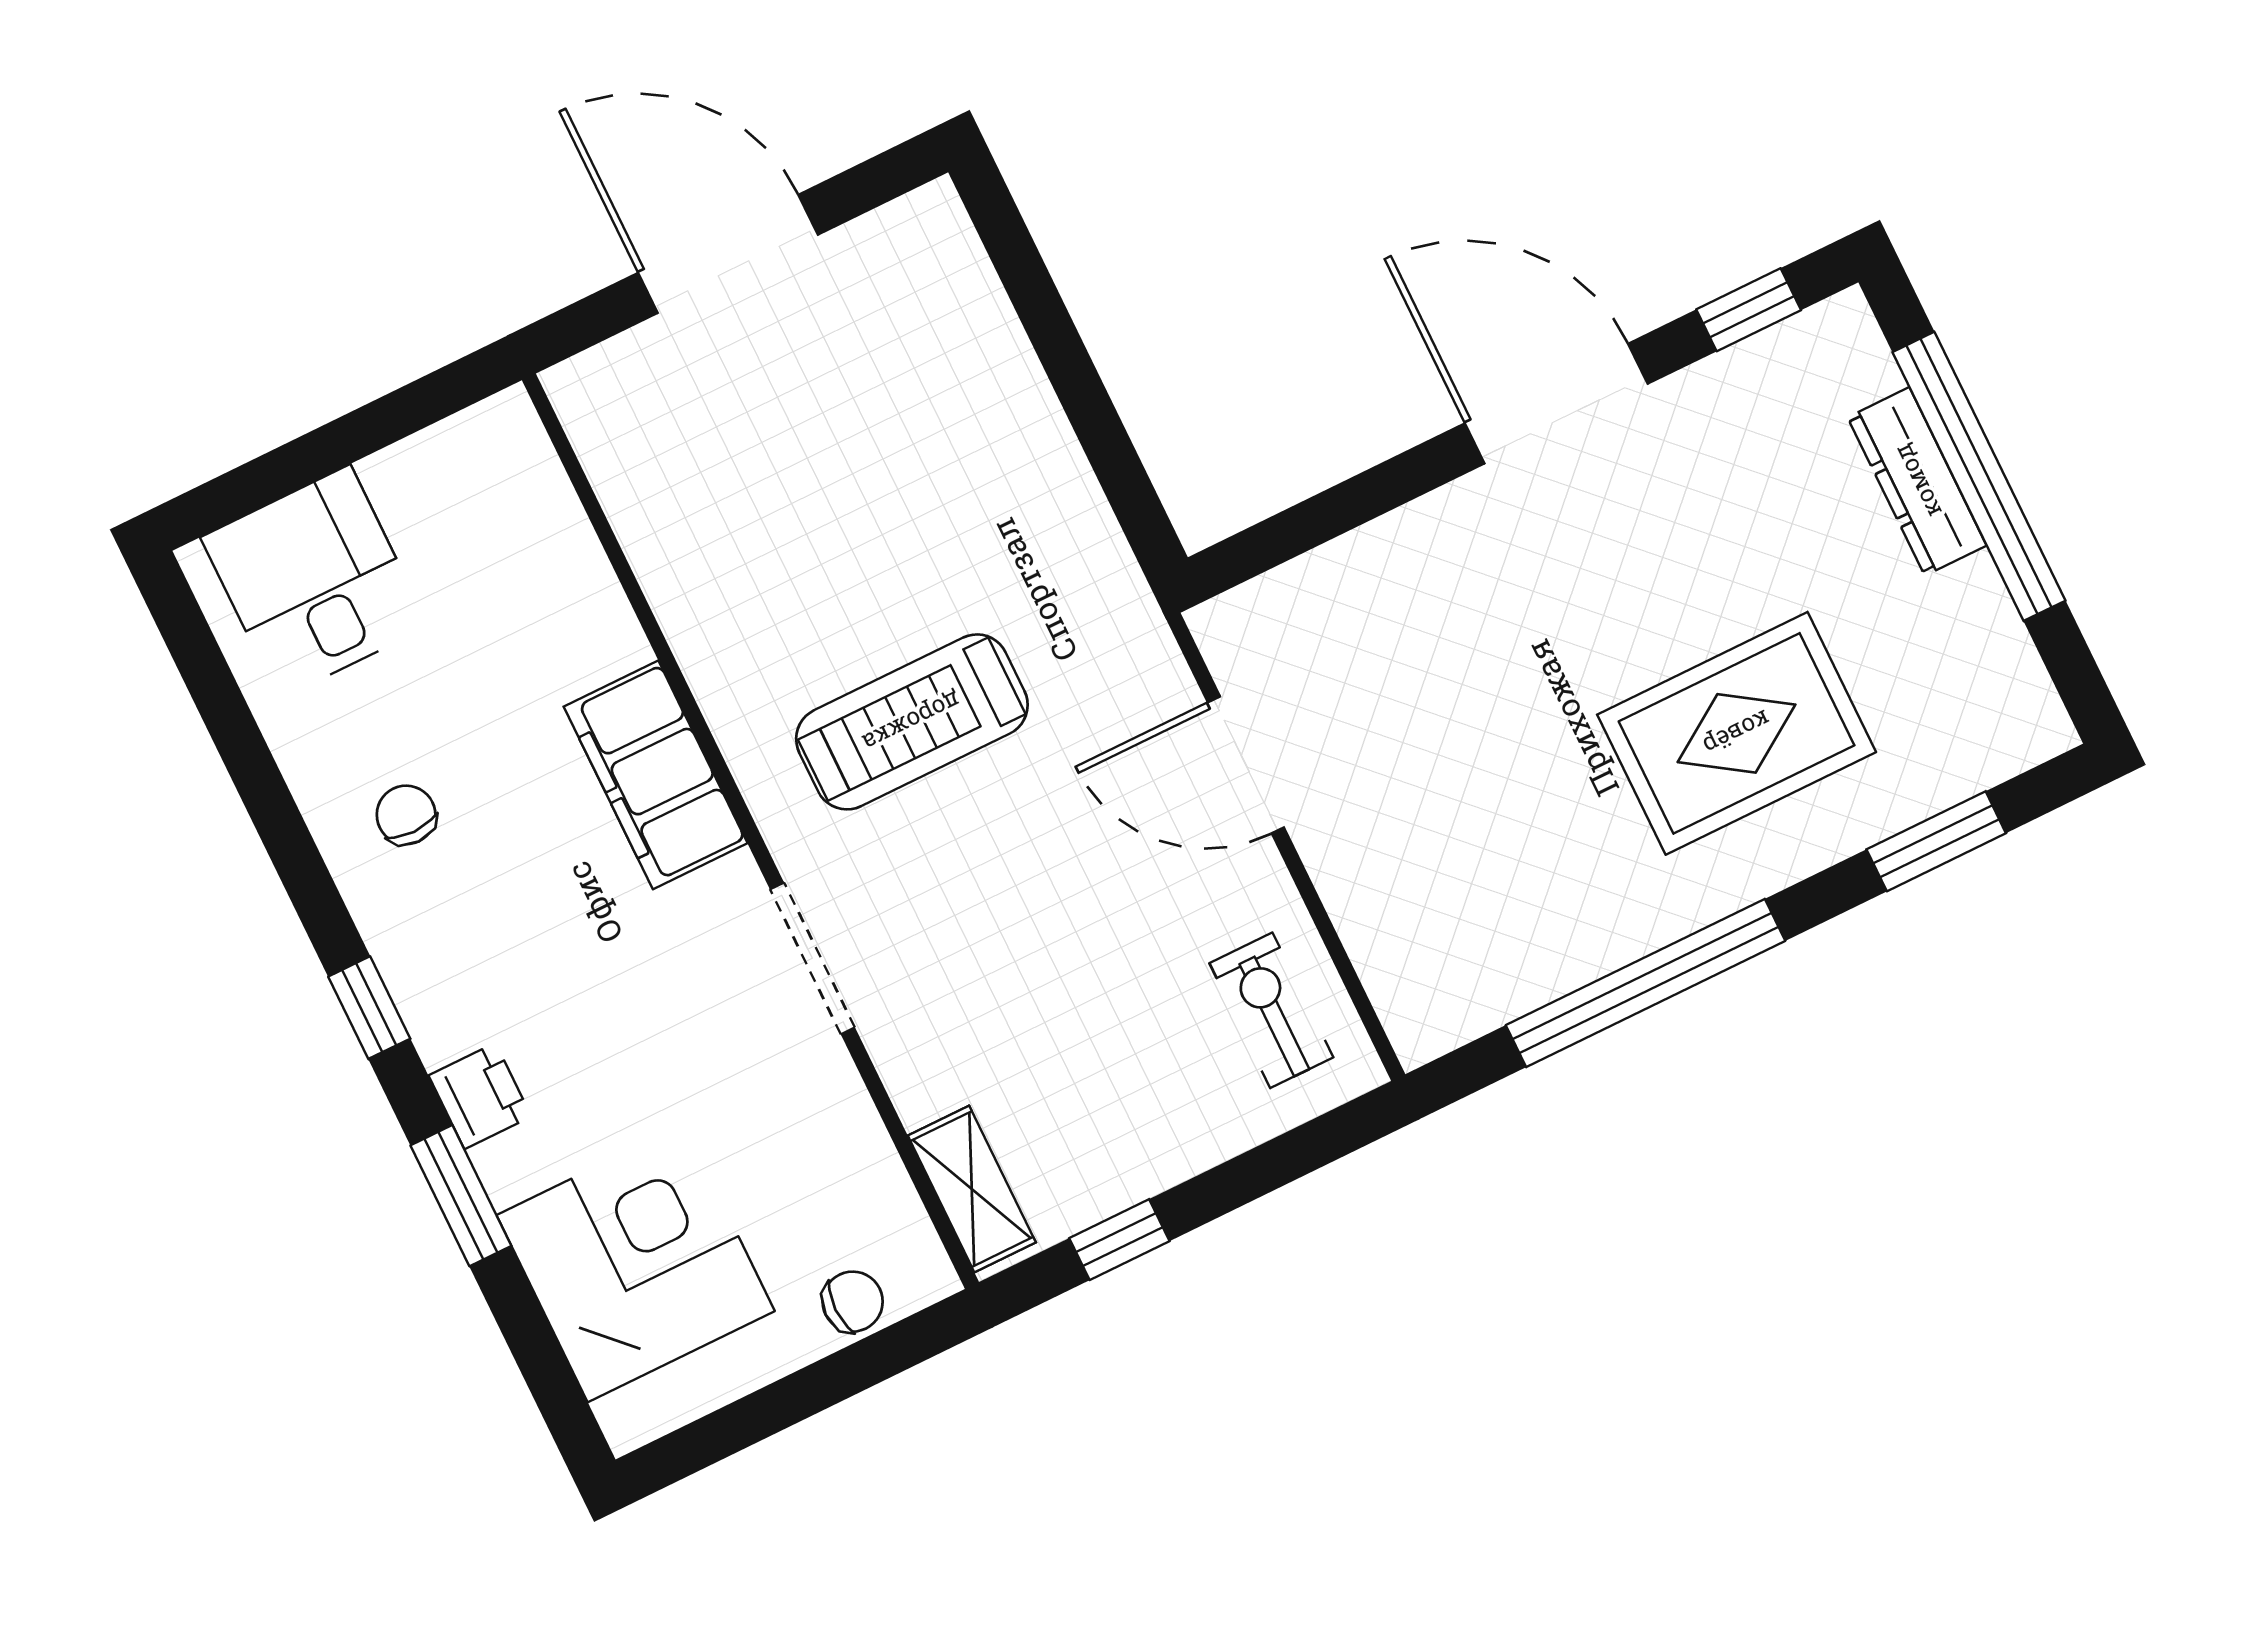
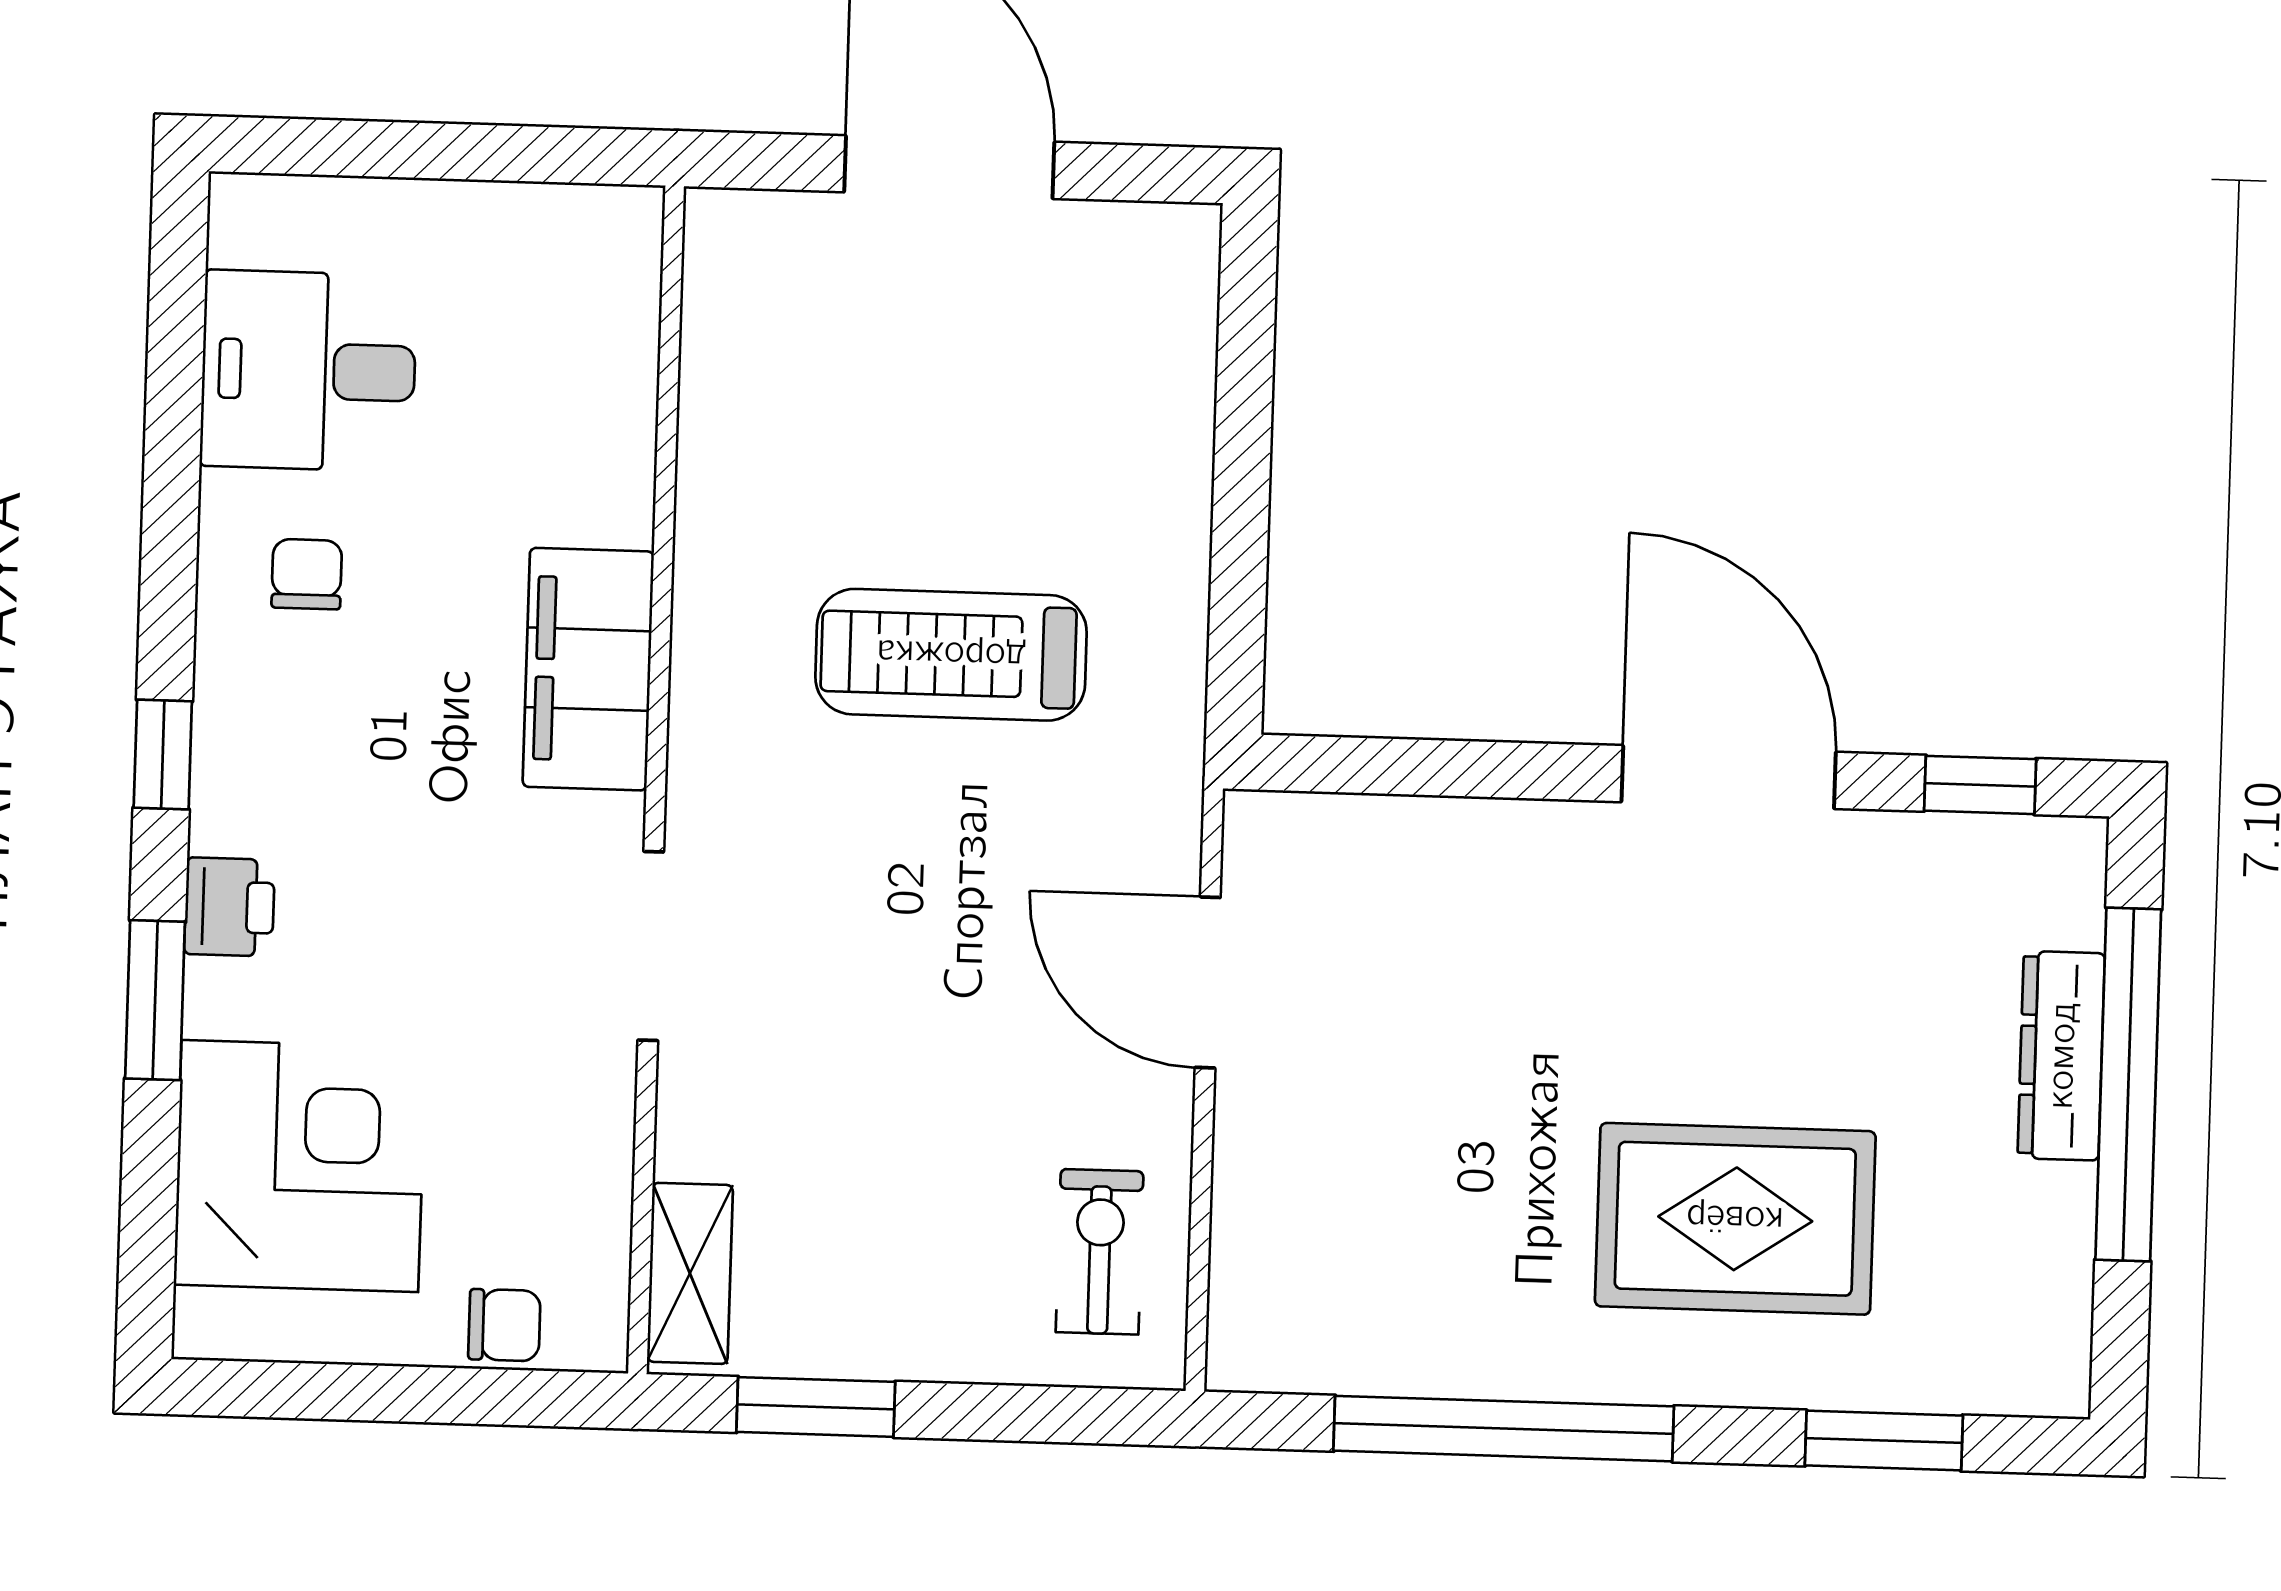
desk: (315, 582) -> (308, 371), moved, turned -90
treadmill: (912, 722) -> (951, 655), moved
window: (1119, 1240) -> (816, 1407), width x1.50

